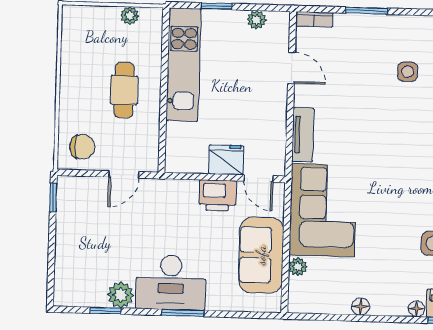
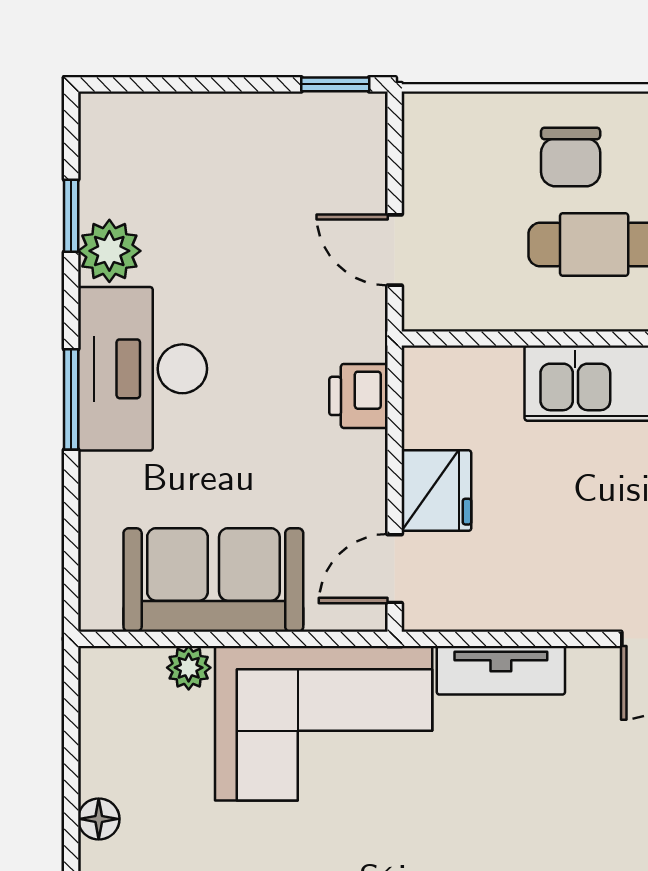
chair: (82, 147) -> (571, 157), moved
printer: (218, 195) -> (358, 396), moved, width x0.73, depth x0.81

